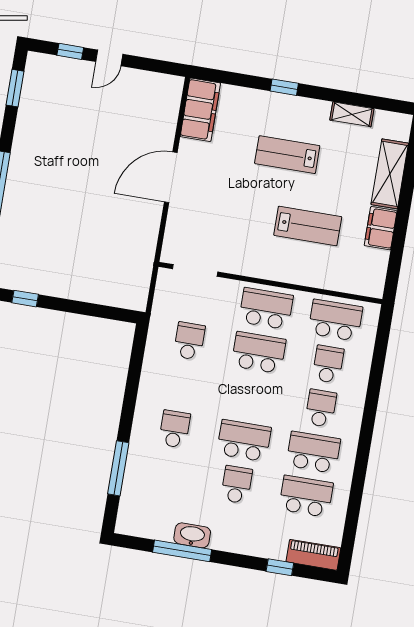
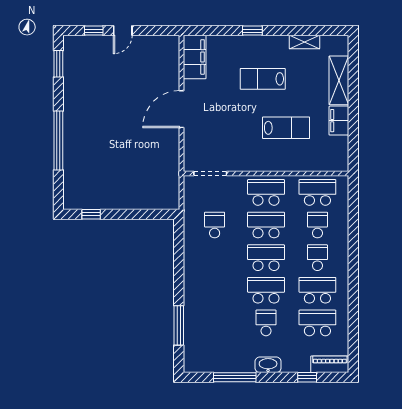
school desk: (175, 429) -> (266, 258), moved, width x1.85
washbasin: (192, 535) -> (268, 365), moved

